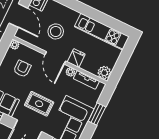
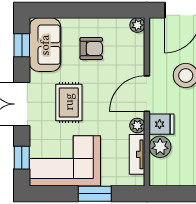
armchair: (22, 69) -> (91, 48), moved
plant: (104, 73) -> (160, 147), moved

